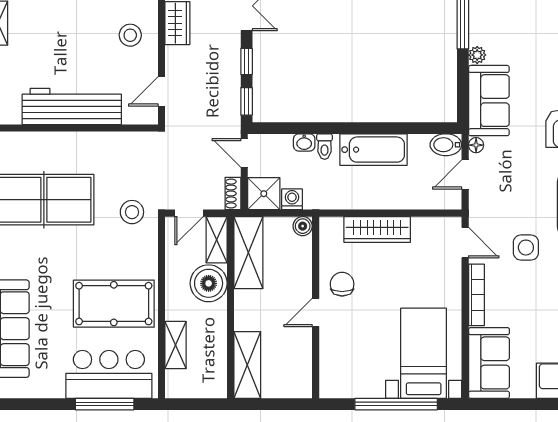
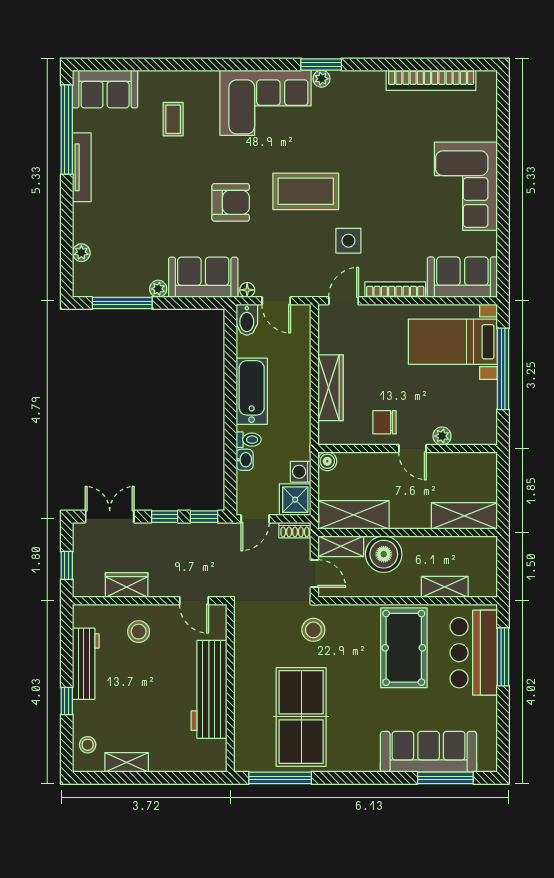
plant: (328, 342) -> (442, 436), added

